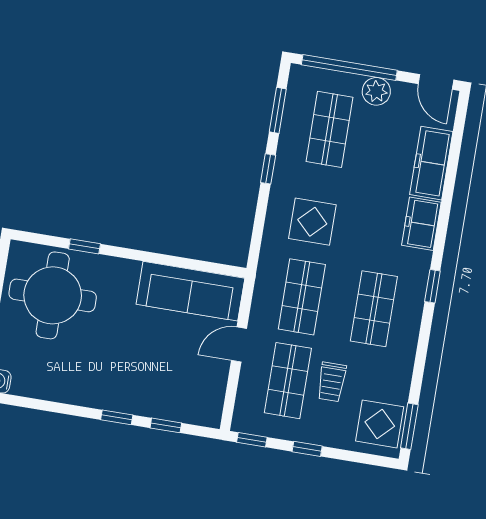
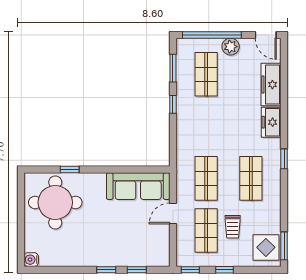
display table: (312, 222) -> (205, 132), removed

